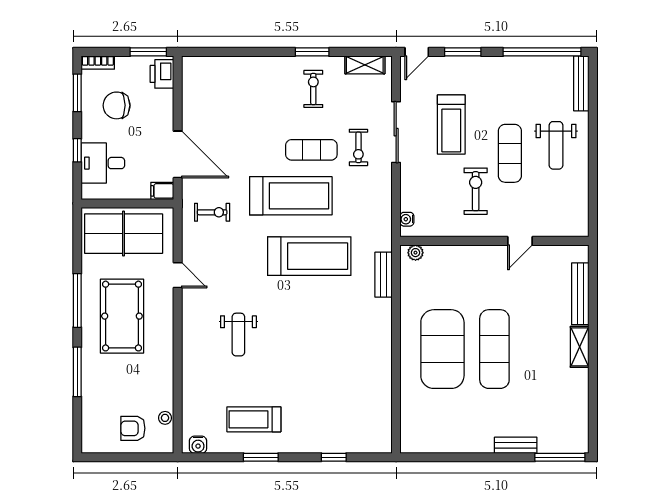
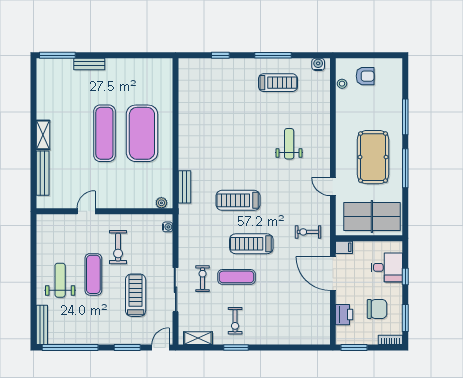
printer: (162, 74) -> (344, 315), moved
treadmill: (291, 196) -> (251, 244), width x0.73, depth x0.73
treadmill: (309, 256) -> (238, 200), width x0.73, depth x0.73
window: (261, 457) -> (273, 55), width x1.44

